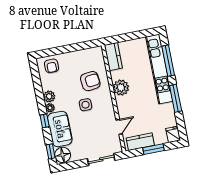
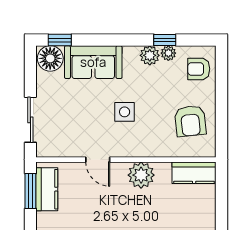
armchair: (90, 81) -> (190, 121), moved
plant: (50, 108) -> (168, 53), moved
window: (45, 121) -> (165, 40), moved
door: (119, 127) -> (98, 160), moved
window: (153, 149) -> (30, 191), moved

